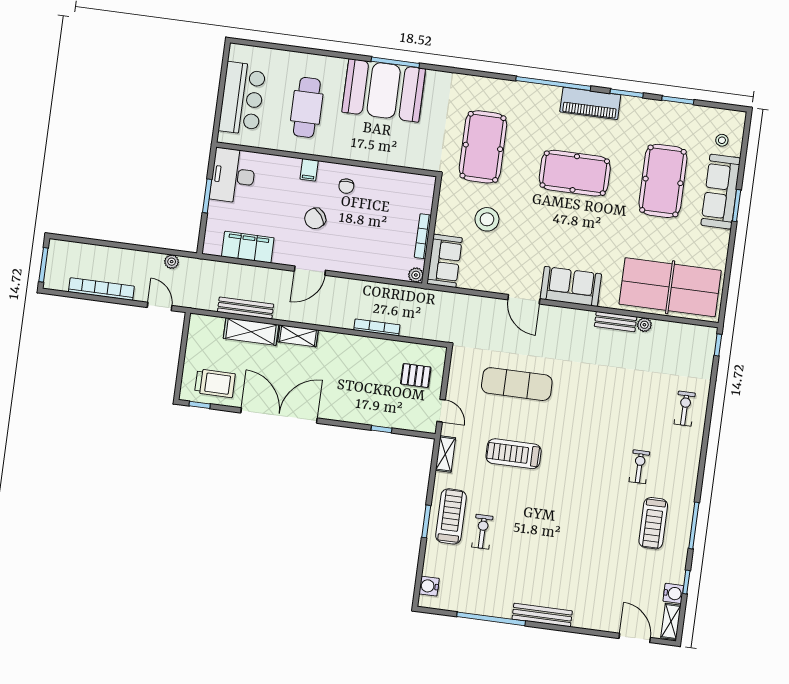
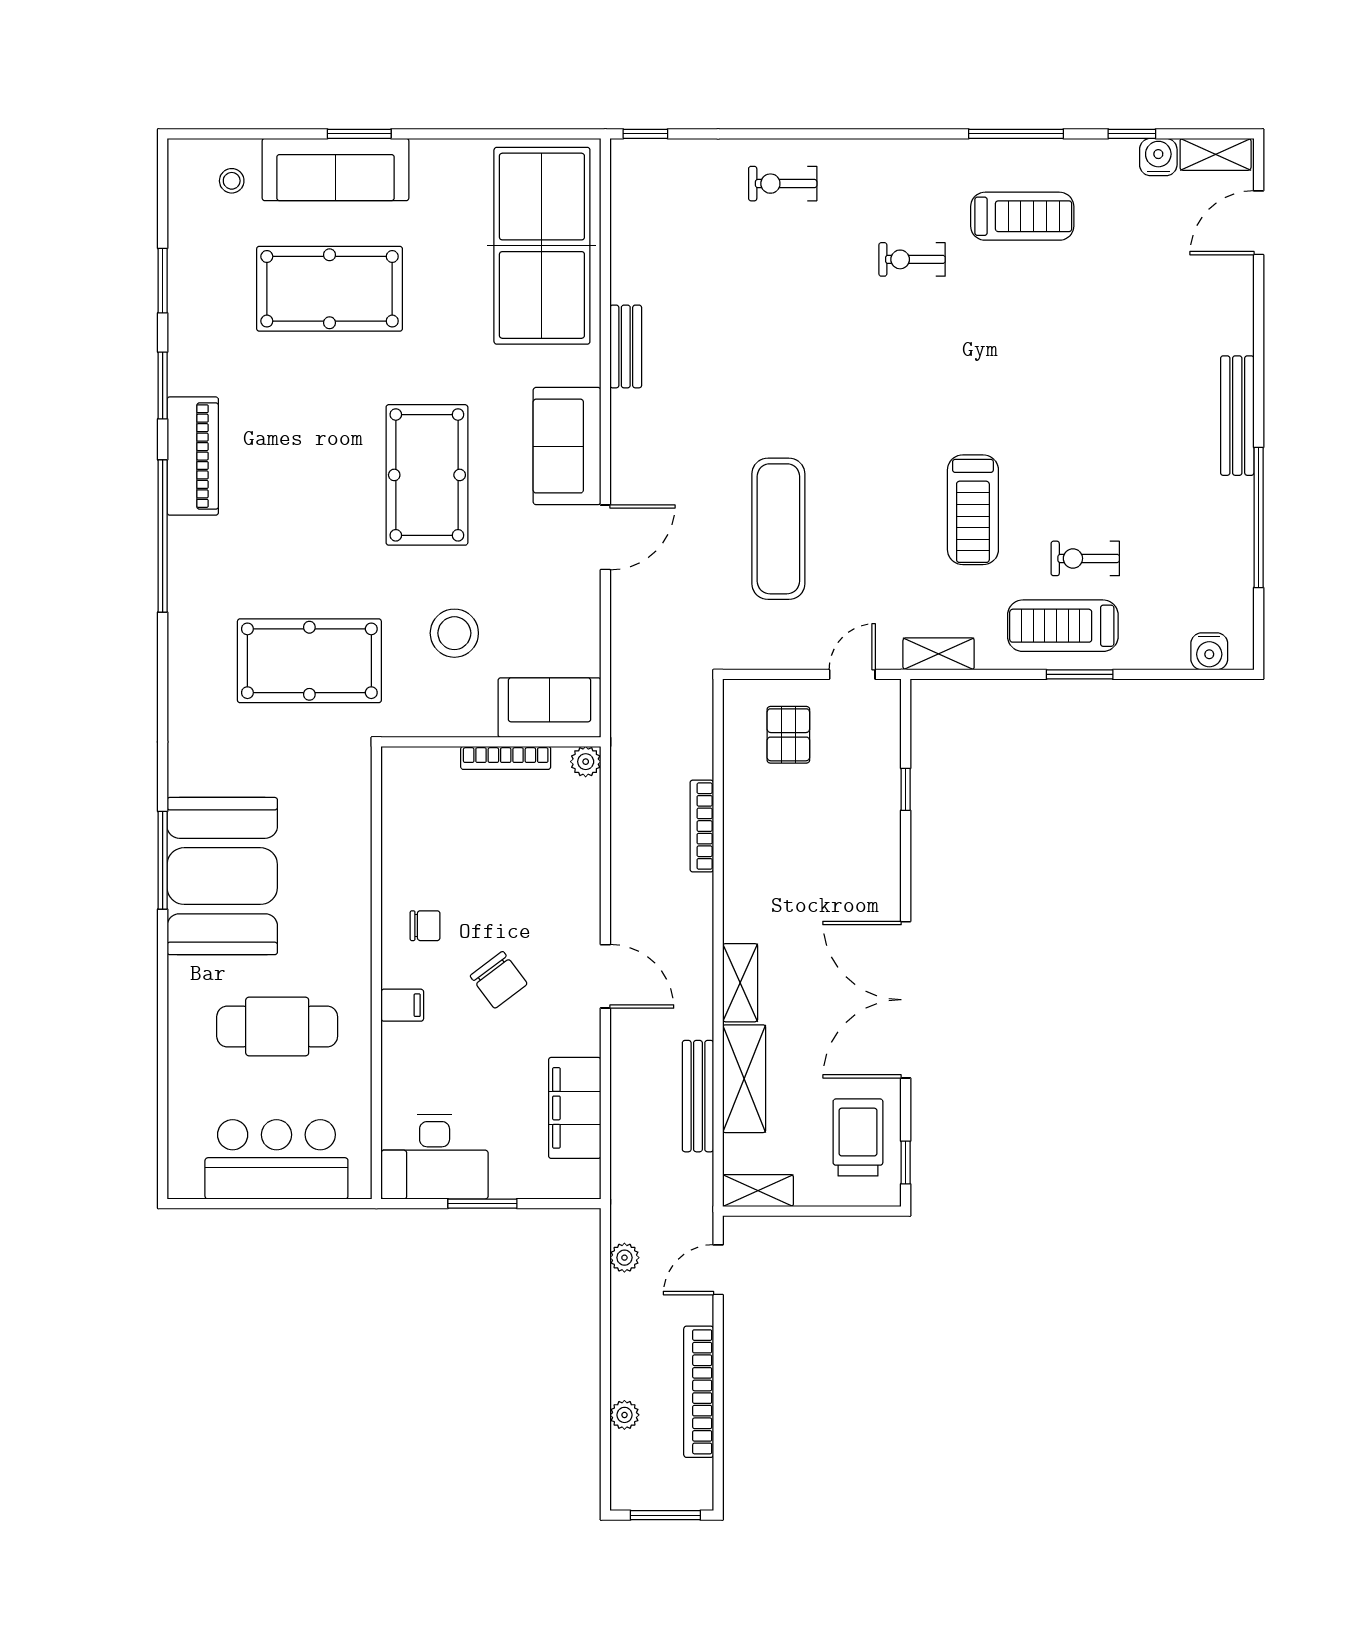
pool table: (575, 173) -> (427, 475), moved
plant: (644, 325) -> (624, 1415), moved
shelving: (196, 331) -> (758, 1191), added
treadmill: (514, 454) -> (973, 510), moved

